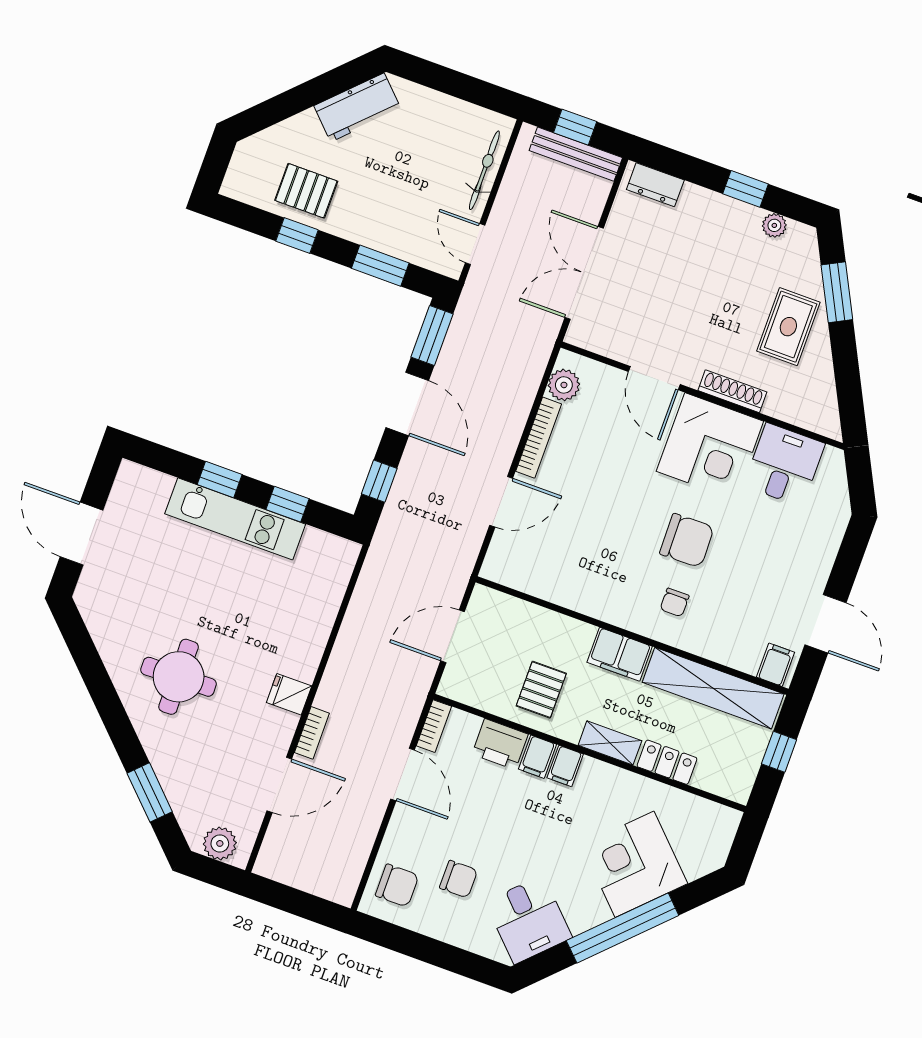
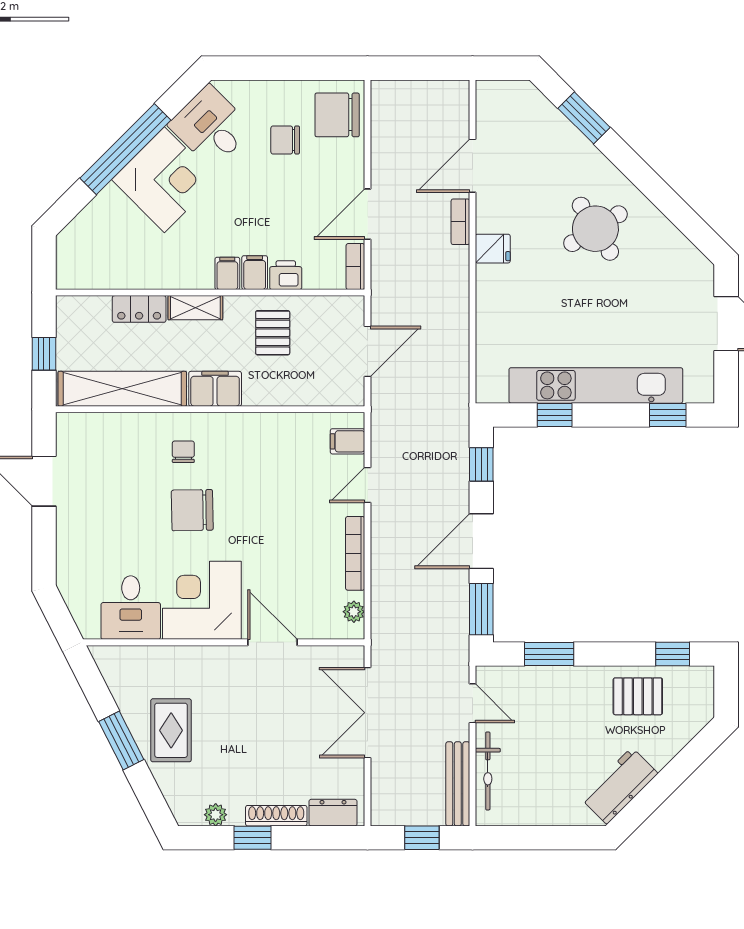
bench: (576, 154) -> (458, 784), moved, turned 90
window: (297, 236) -> (673, 654), moved
double door: (584, 273) -> (368, 713), swing flipped
window: (837, 292) -> (121, 740), moved
plant: (564, 385) -> (354, 612), width x0.73, depth x0.73
shoe rack: (732, 391) -> (276, 816), moved, turned 180
door: (407, 404) -> (481, 541), hinge flipped
window: (220, 480) -> (668, 415), moved
door: (501, 502) -> (368, 485), width x0.73
kitchen unit: (235, 519) -> (596, 385), width x1.36
filing cabinet: (776, 665) -> (348, 441), moved, turned 90
round table: (179, 677) -> (595, 229), turned -31
printer: (500, 744) -> (286, 275), width x0.73, depth x0.81
door: (403, 774) -> (368, 214), hinge flipped
plant: (220, 843) -> (506, 95), removed
corner desk: (635, 864) -> (164, 180), moved
chair: (397, 885) -> (337, 115), width x1.37, depth x1.37

